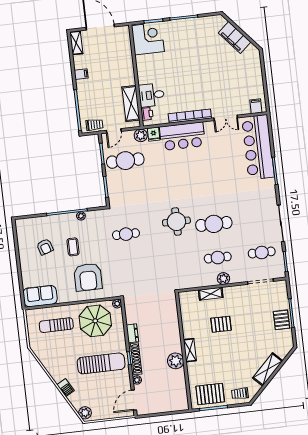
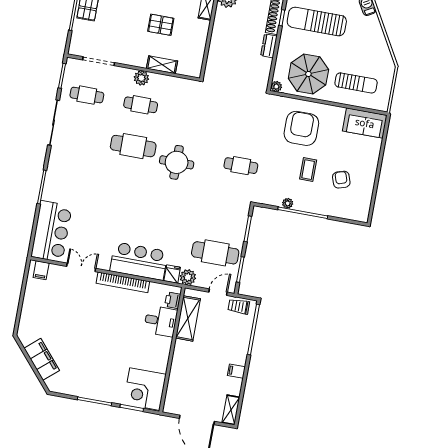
bar counter: (258, 147) -> (51, 231), width x0.73

